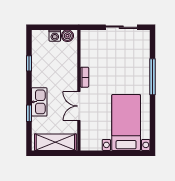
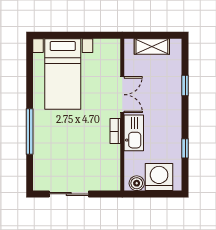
washing machine: (55, 36) -> (159, 177), width x1.89, depth x1.89
kitchen sink: (39, 102) -> (134, 133), moved, turned 180
shelving: (55, 142) -> (152, 46), width x0.67, depth x0.75

